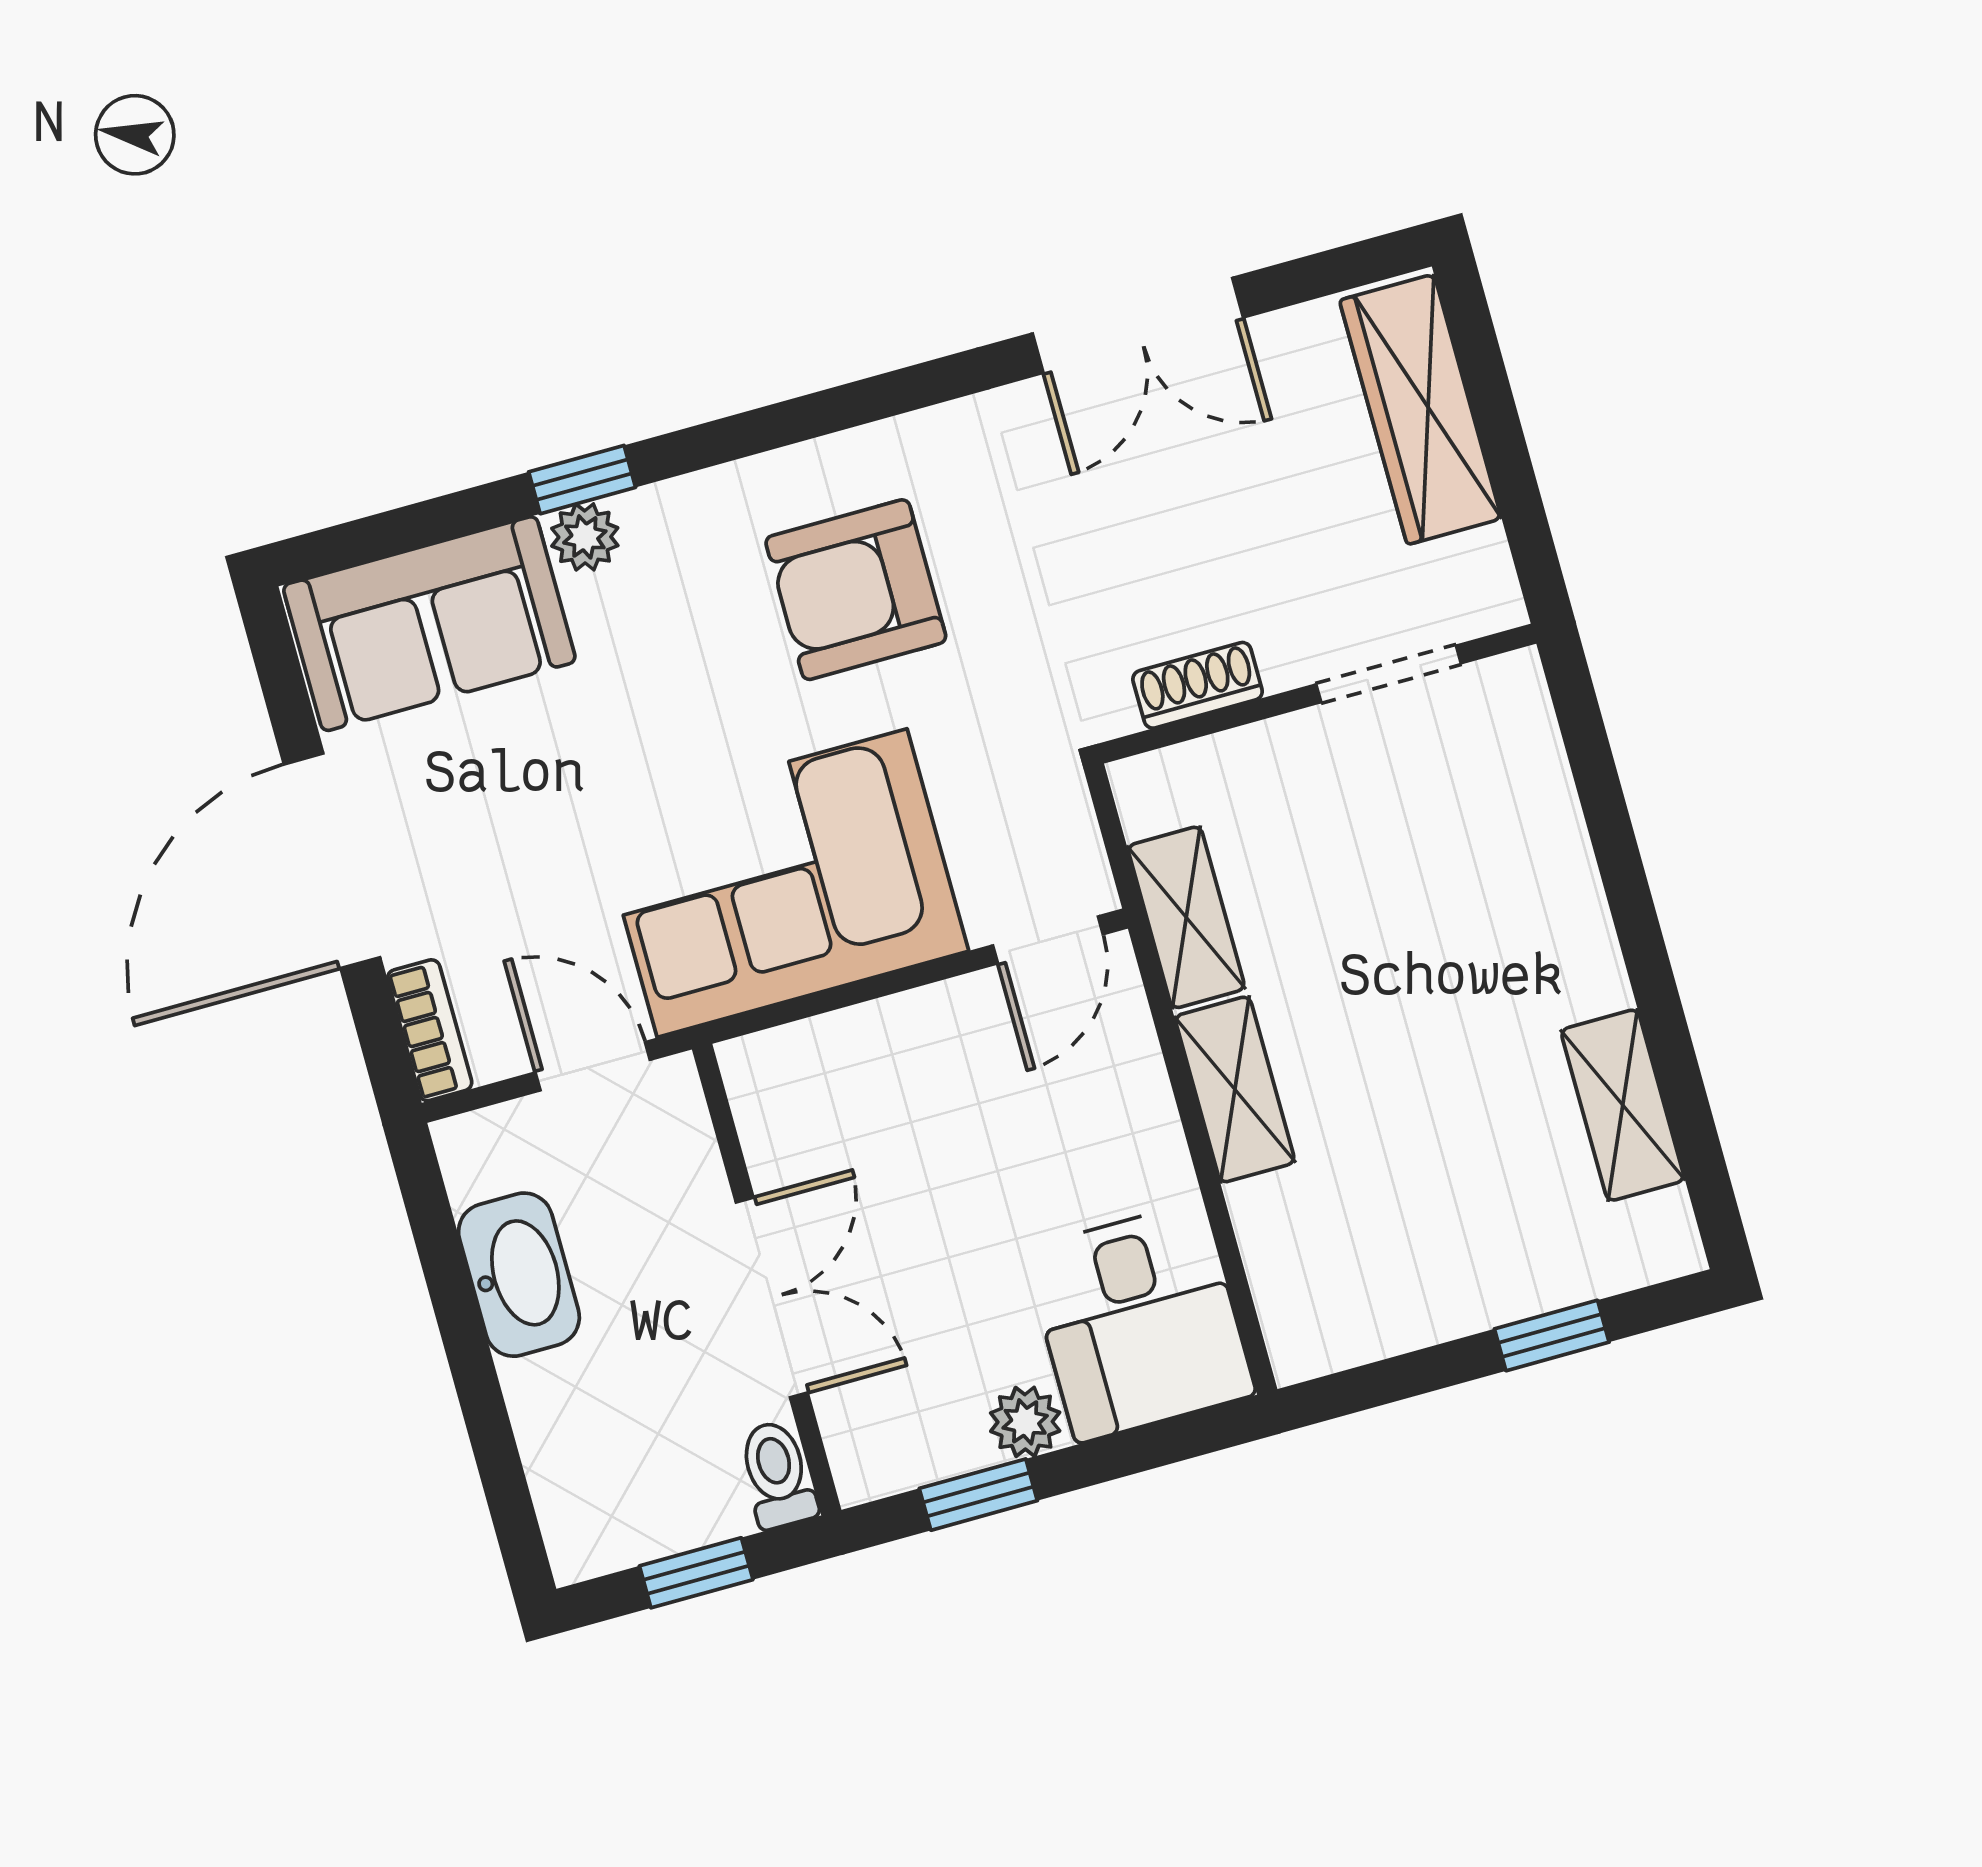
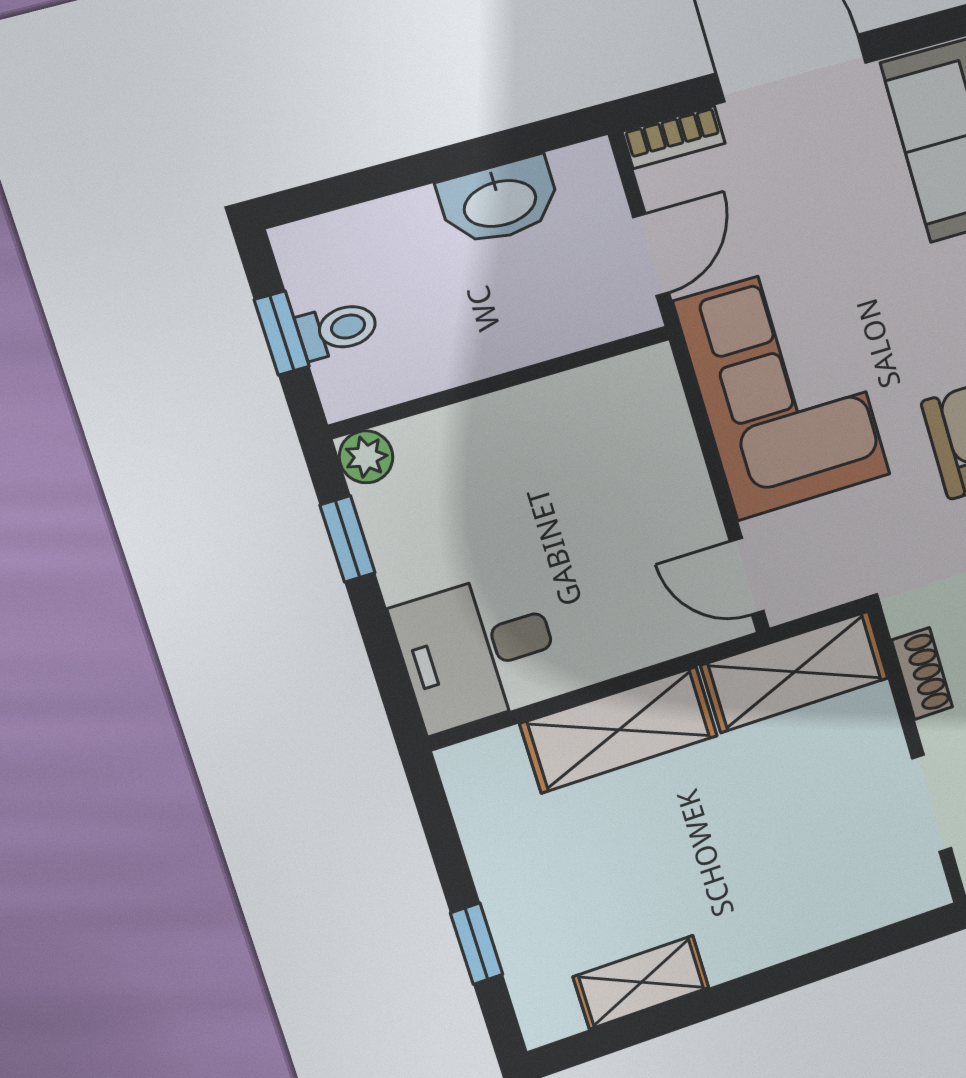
shelving: (1186, 917) -> (795, 672), width x1.50, depth x1.33
shelving: (1235, 1089) -> (619, 730), width x1.50, depth x1.33
double door: (772, 1297) -> (488, 386), removed
plant: (1025, 1422) -> (366, 457), moved
toilet: (777, 1475) -> (338, 329), moved

